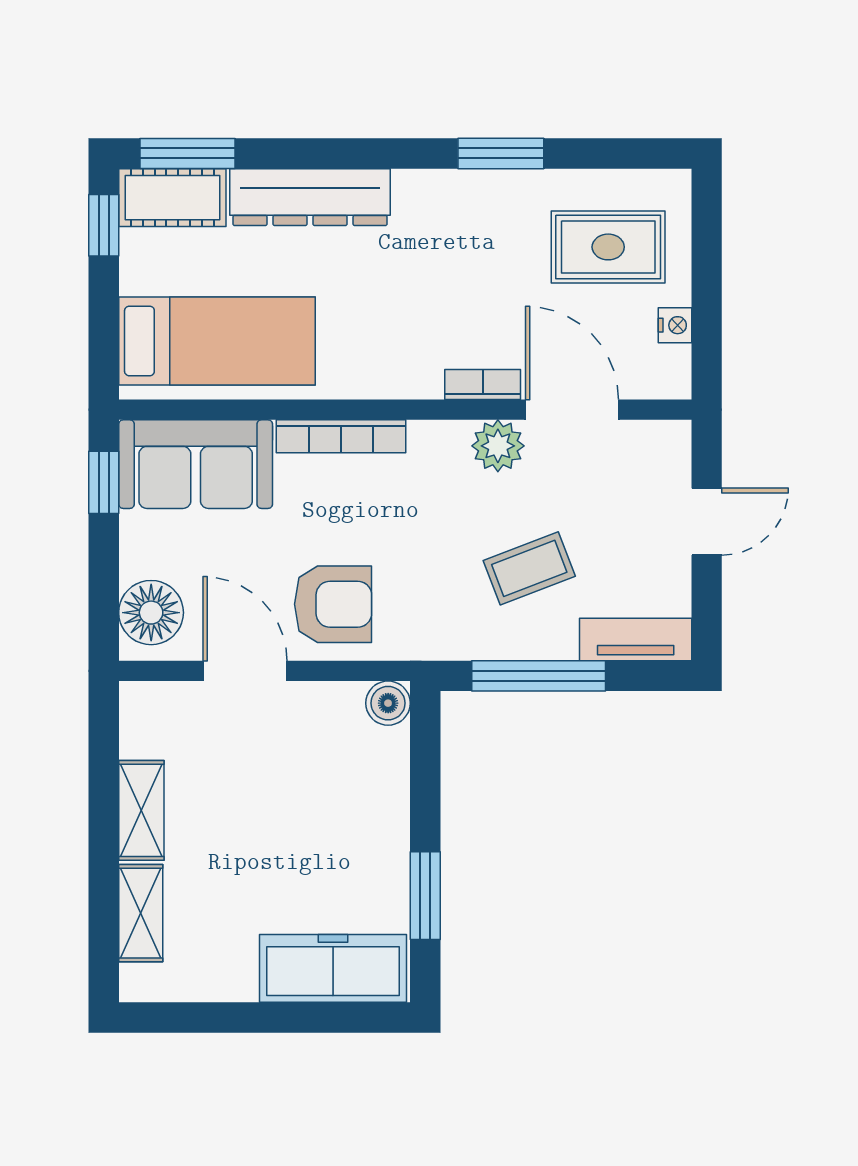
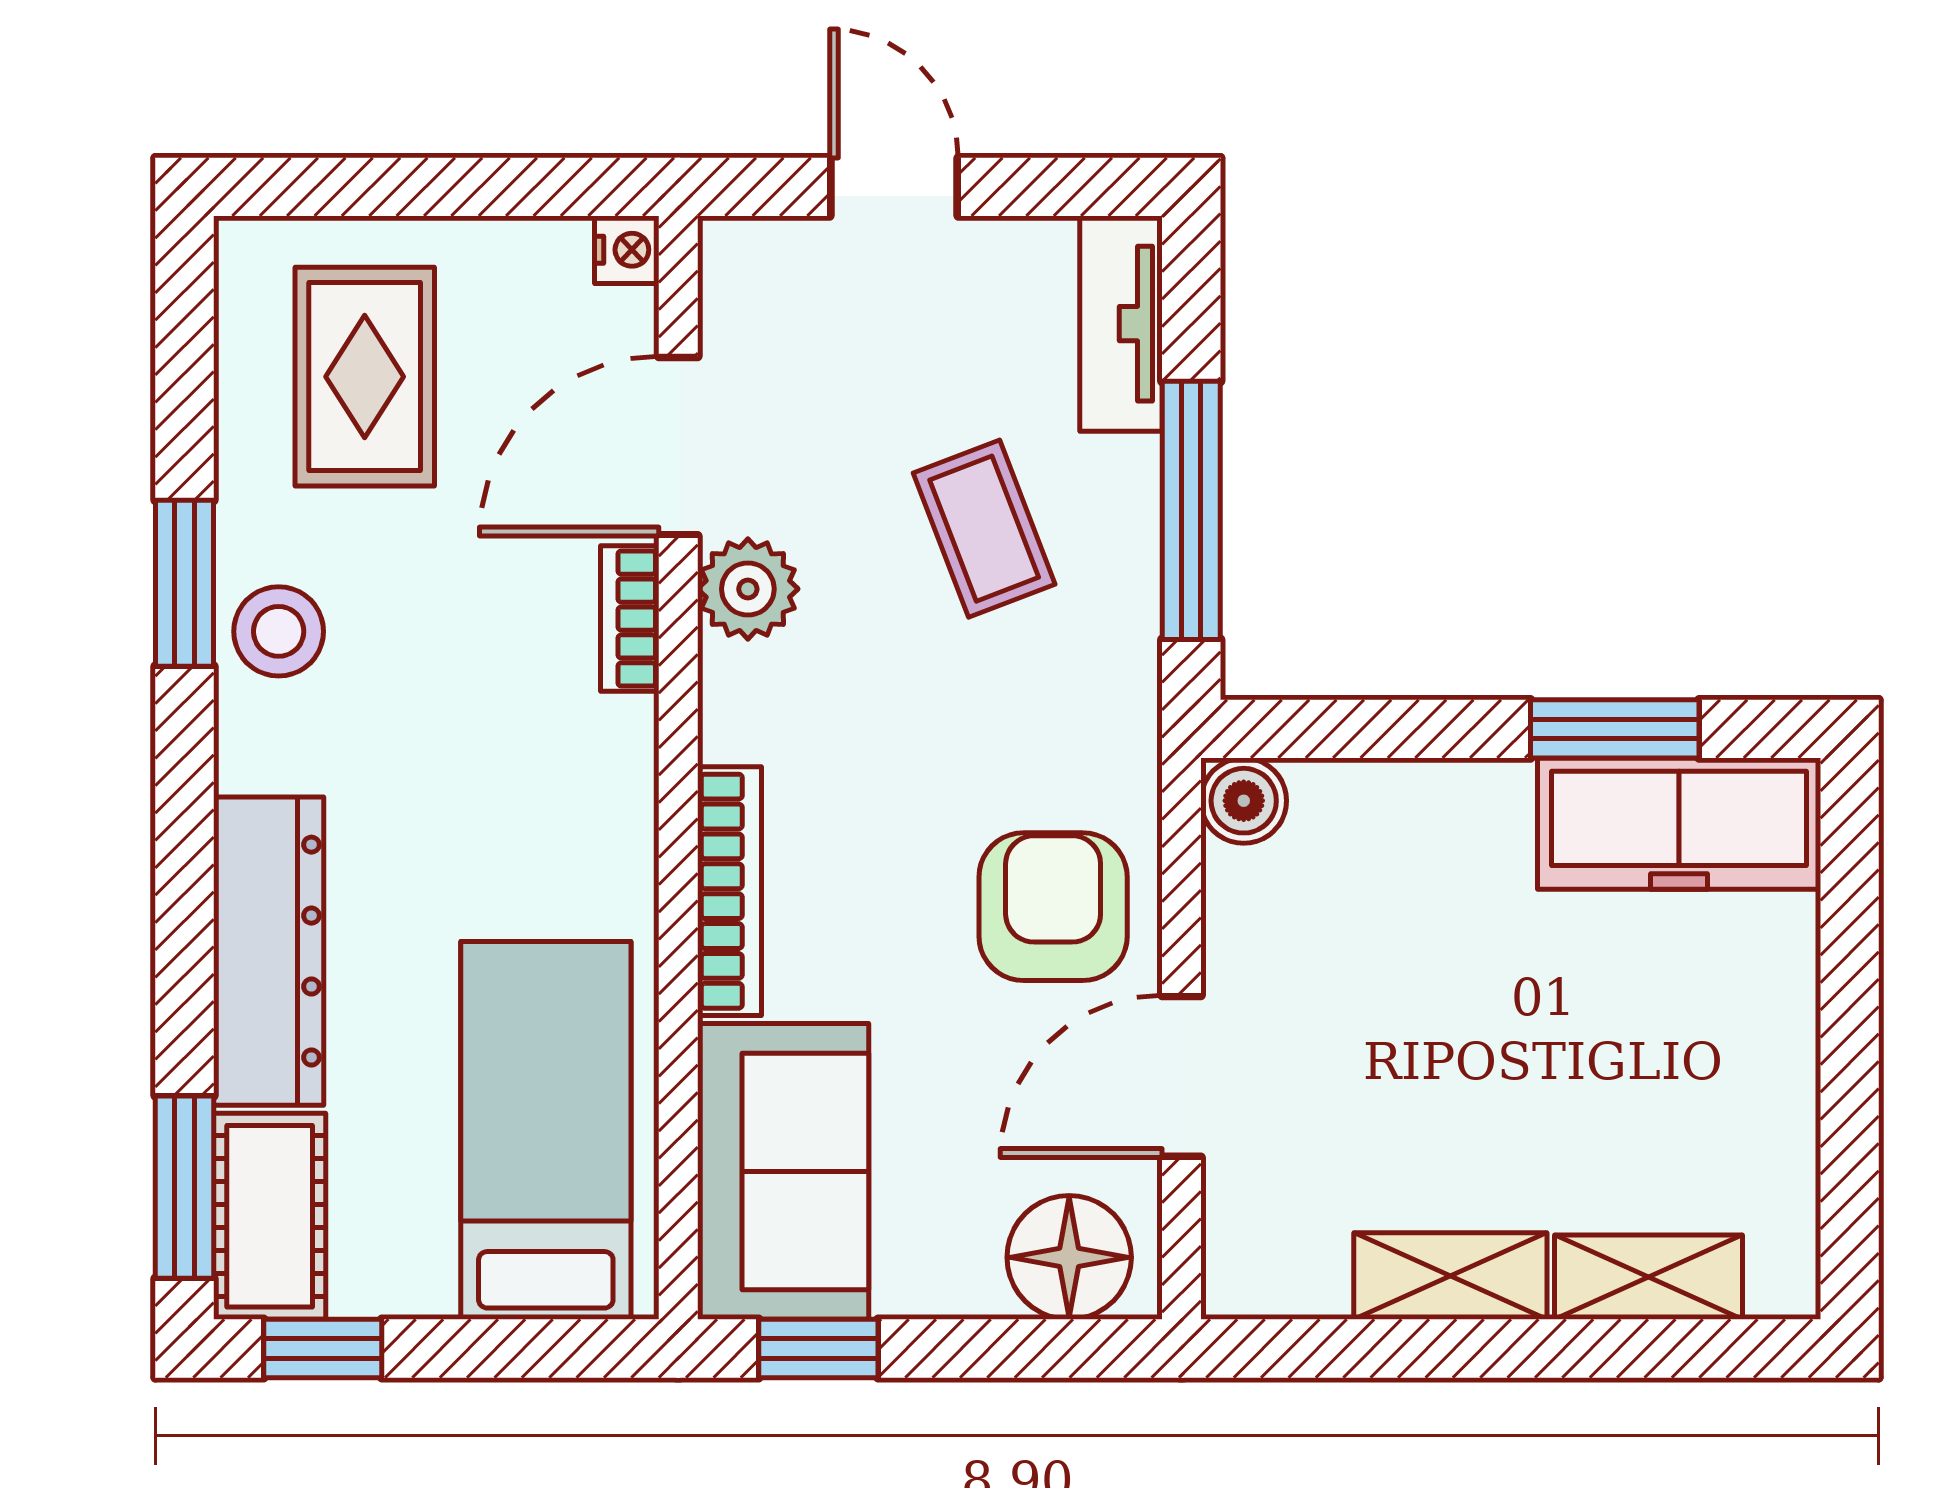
stool: (476, 202) -> (279, 631), added
nightstand: (675, 325) -> (627, 250), moved, turned 90
freezer: (333, 968) -> (1679, 824), moved, turned -90

